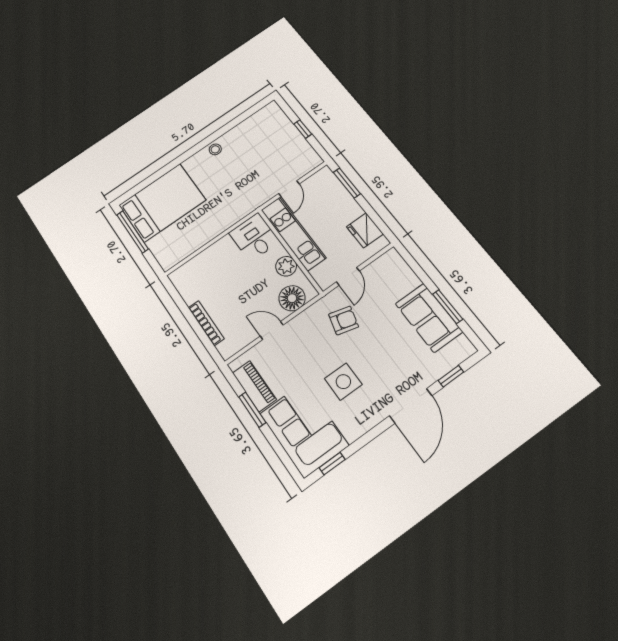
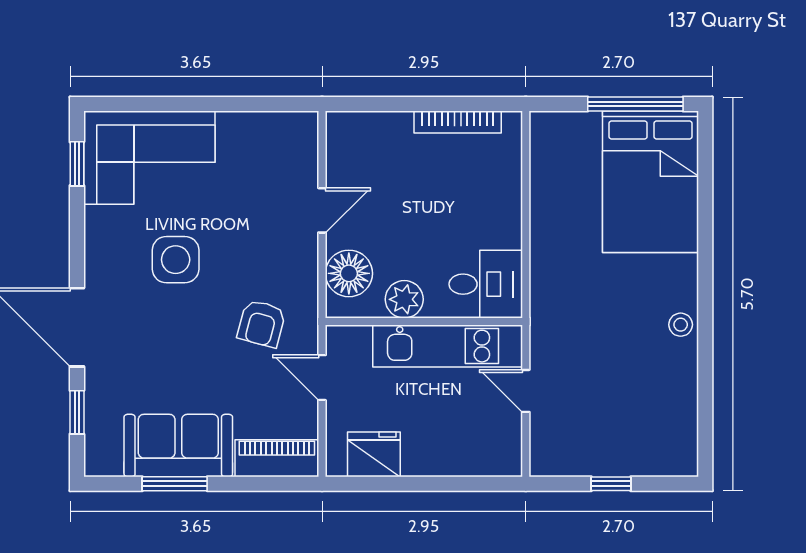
window: (347, 183) -> (469, 484), removed
bookcase: (206, 323) -> (458, 122), moved
piano: (254, 386) -> (277, 458), moved, turned 180
window: (252, 410) -> (228, 104), removed

